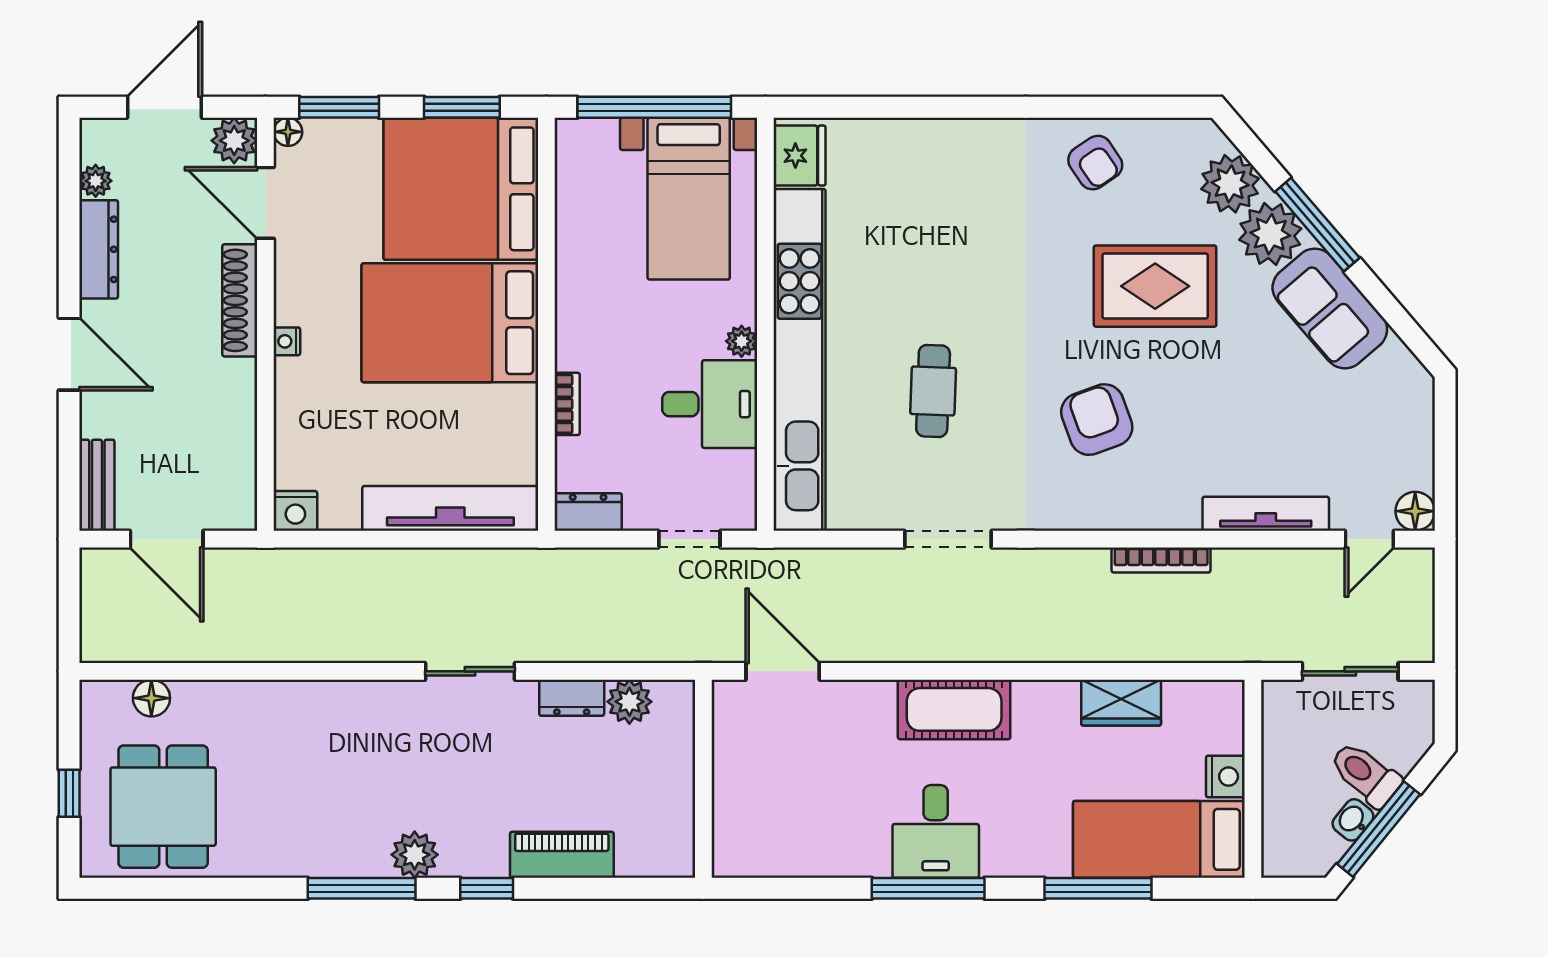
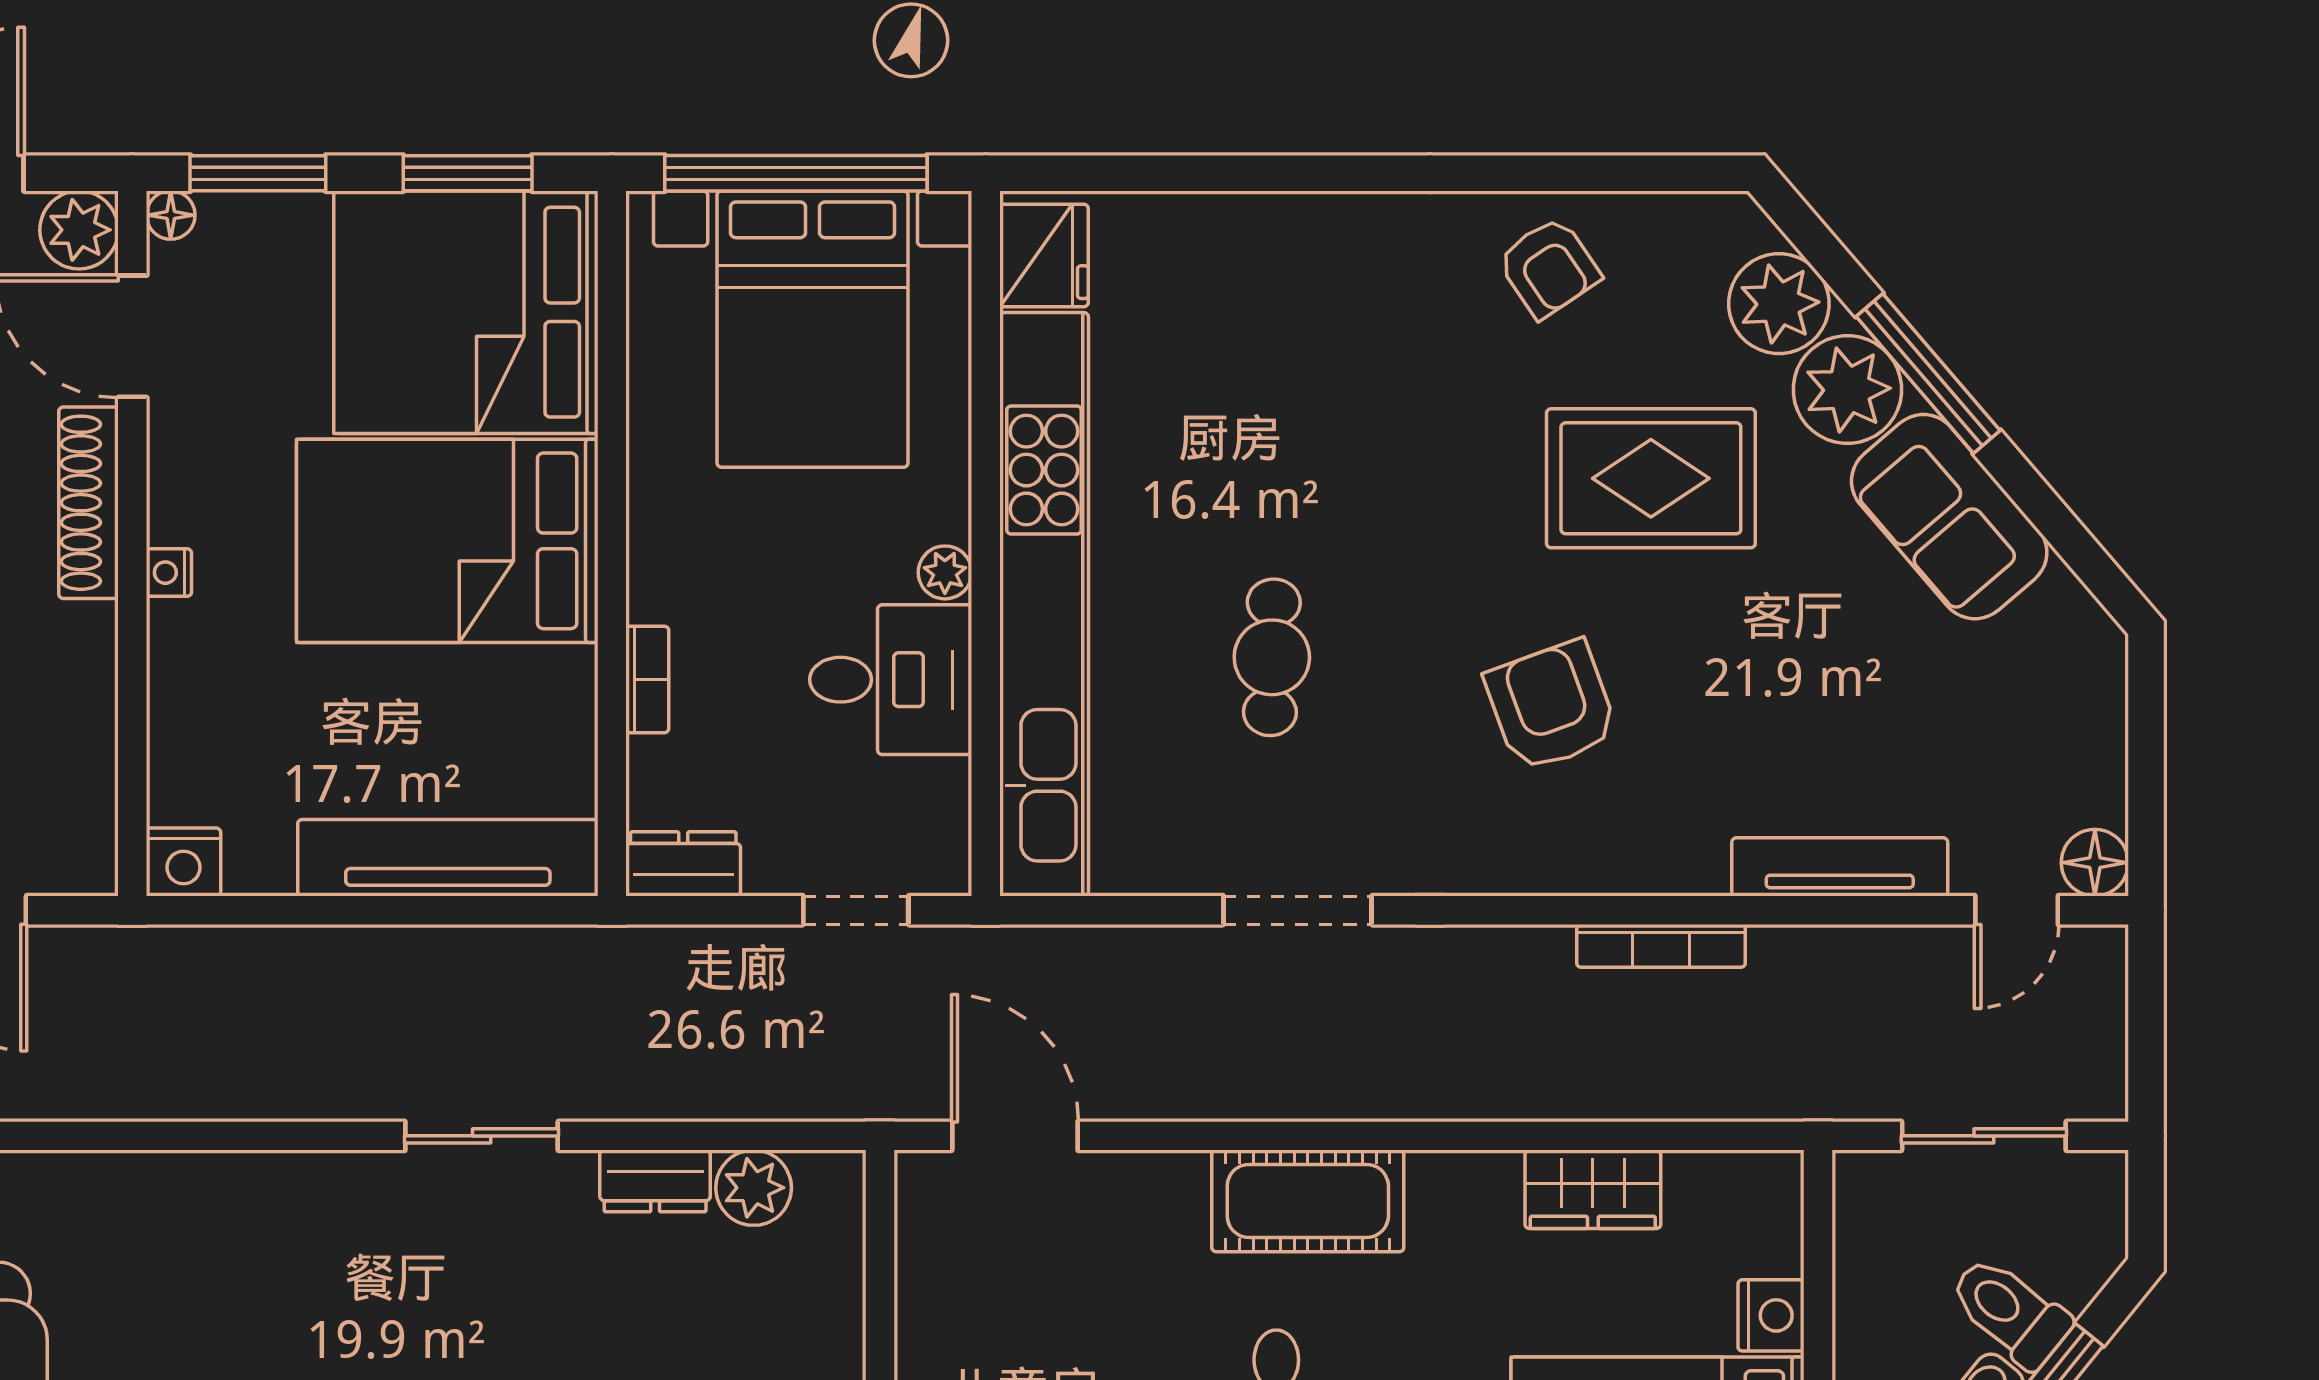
bed with nightstands: (689, 199) -> (813, 329), width x1.36

